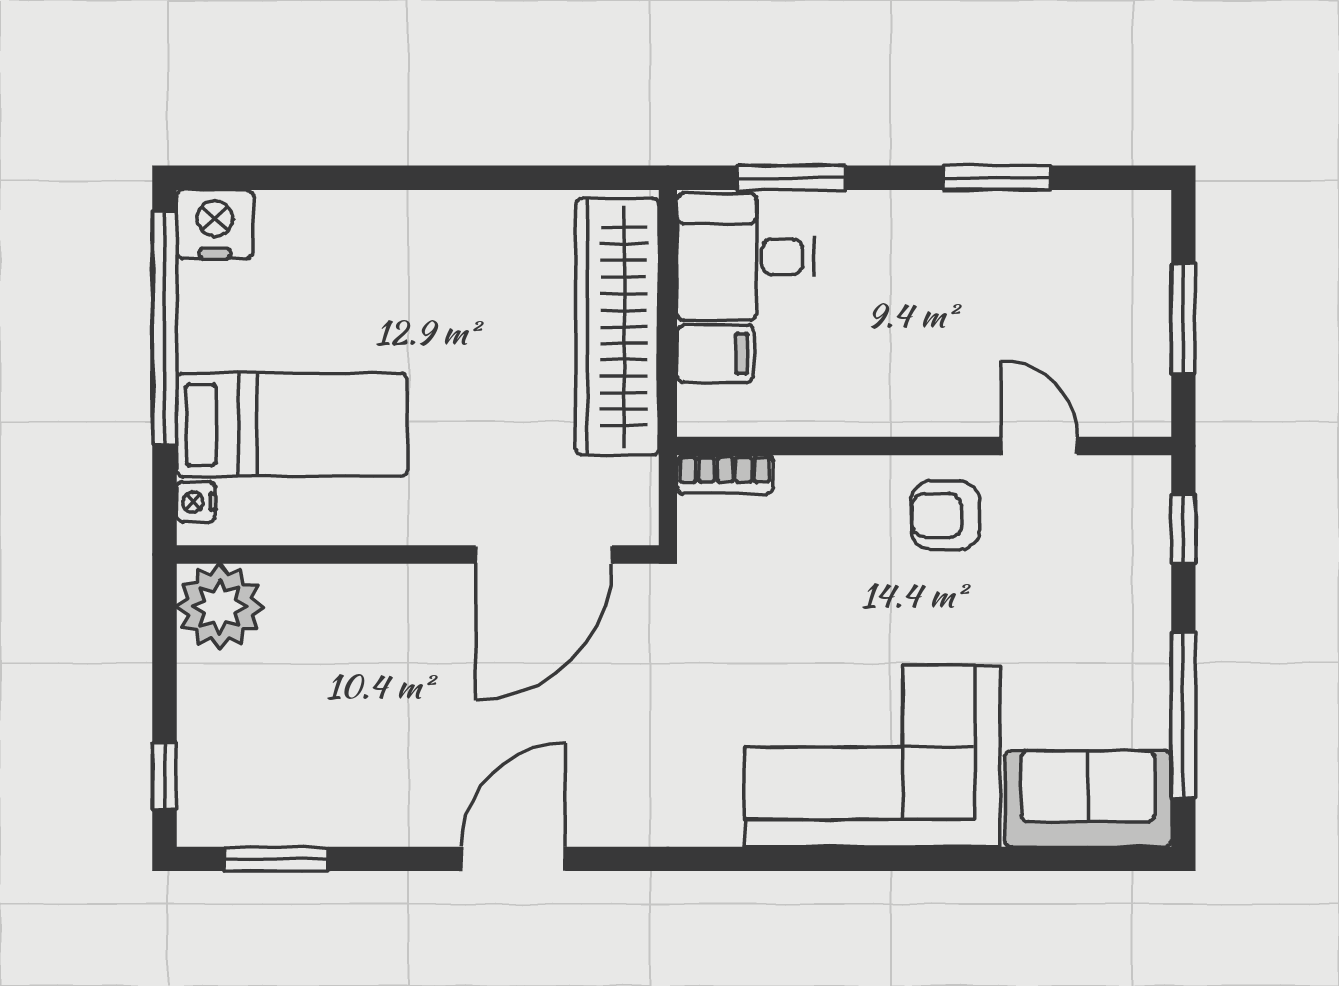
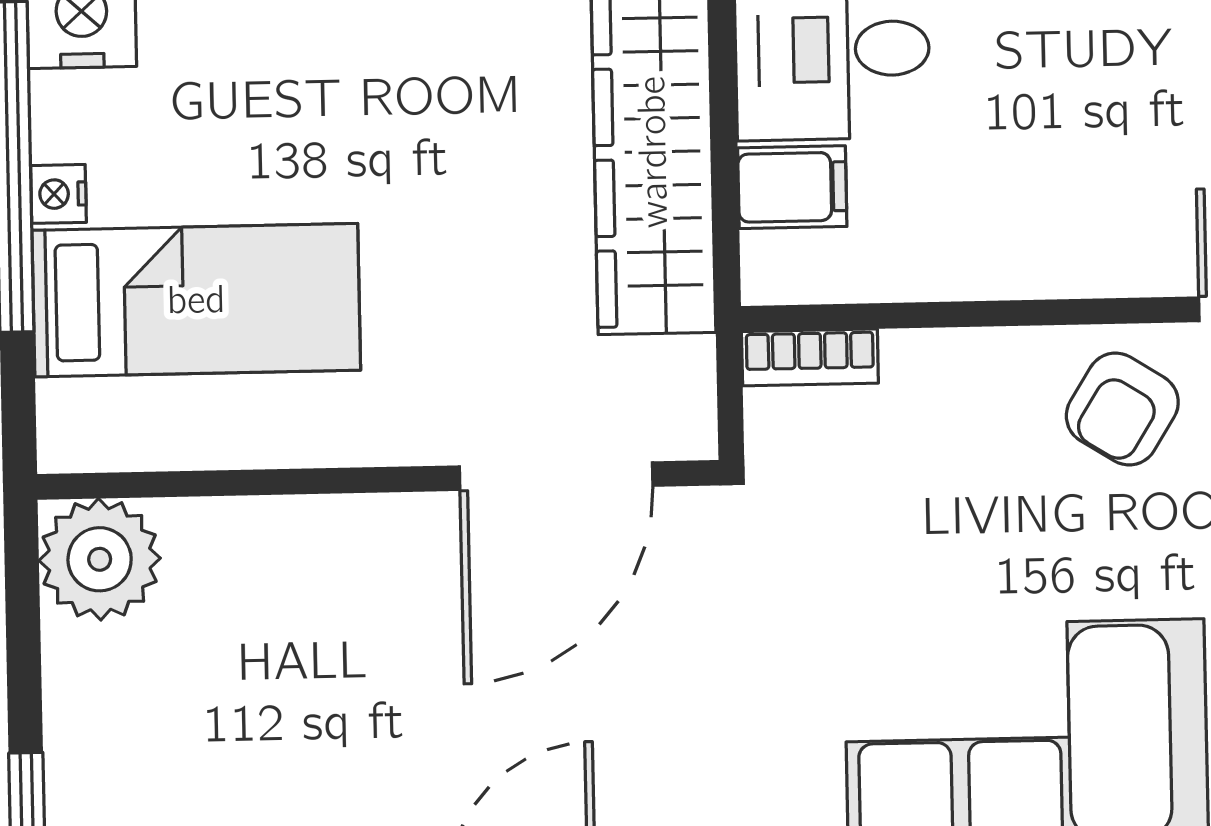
nightstand: (196, 502) -> (58, 194), moved
armchair: (945, 515) -> (1122, 409), turned -58

